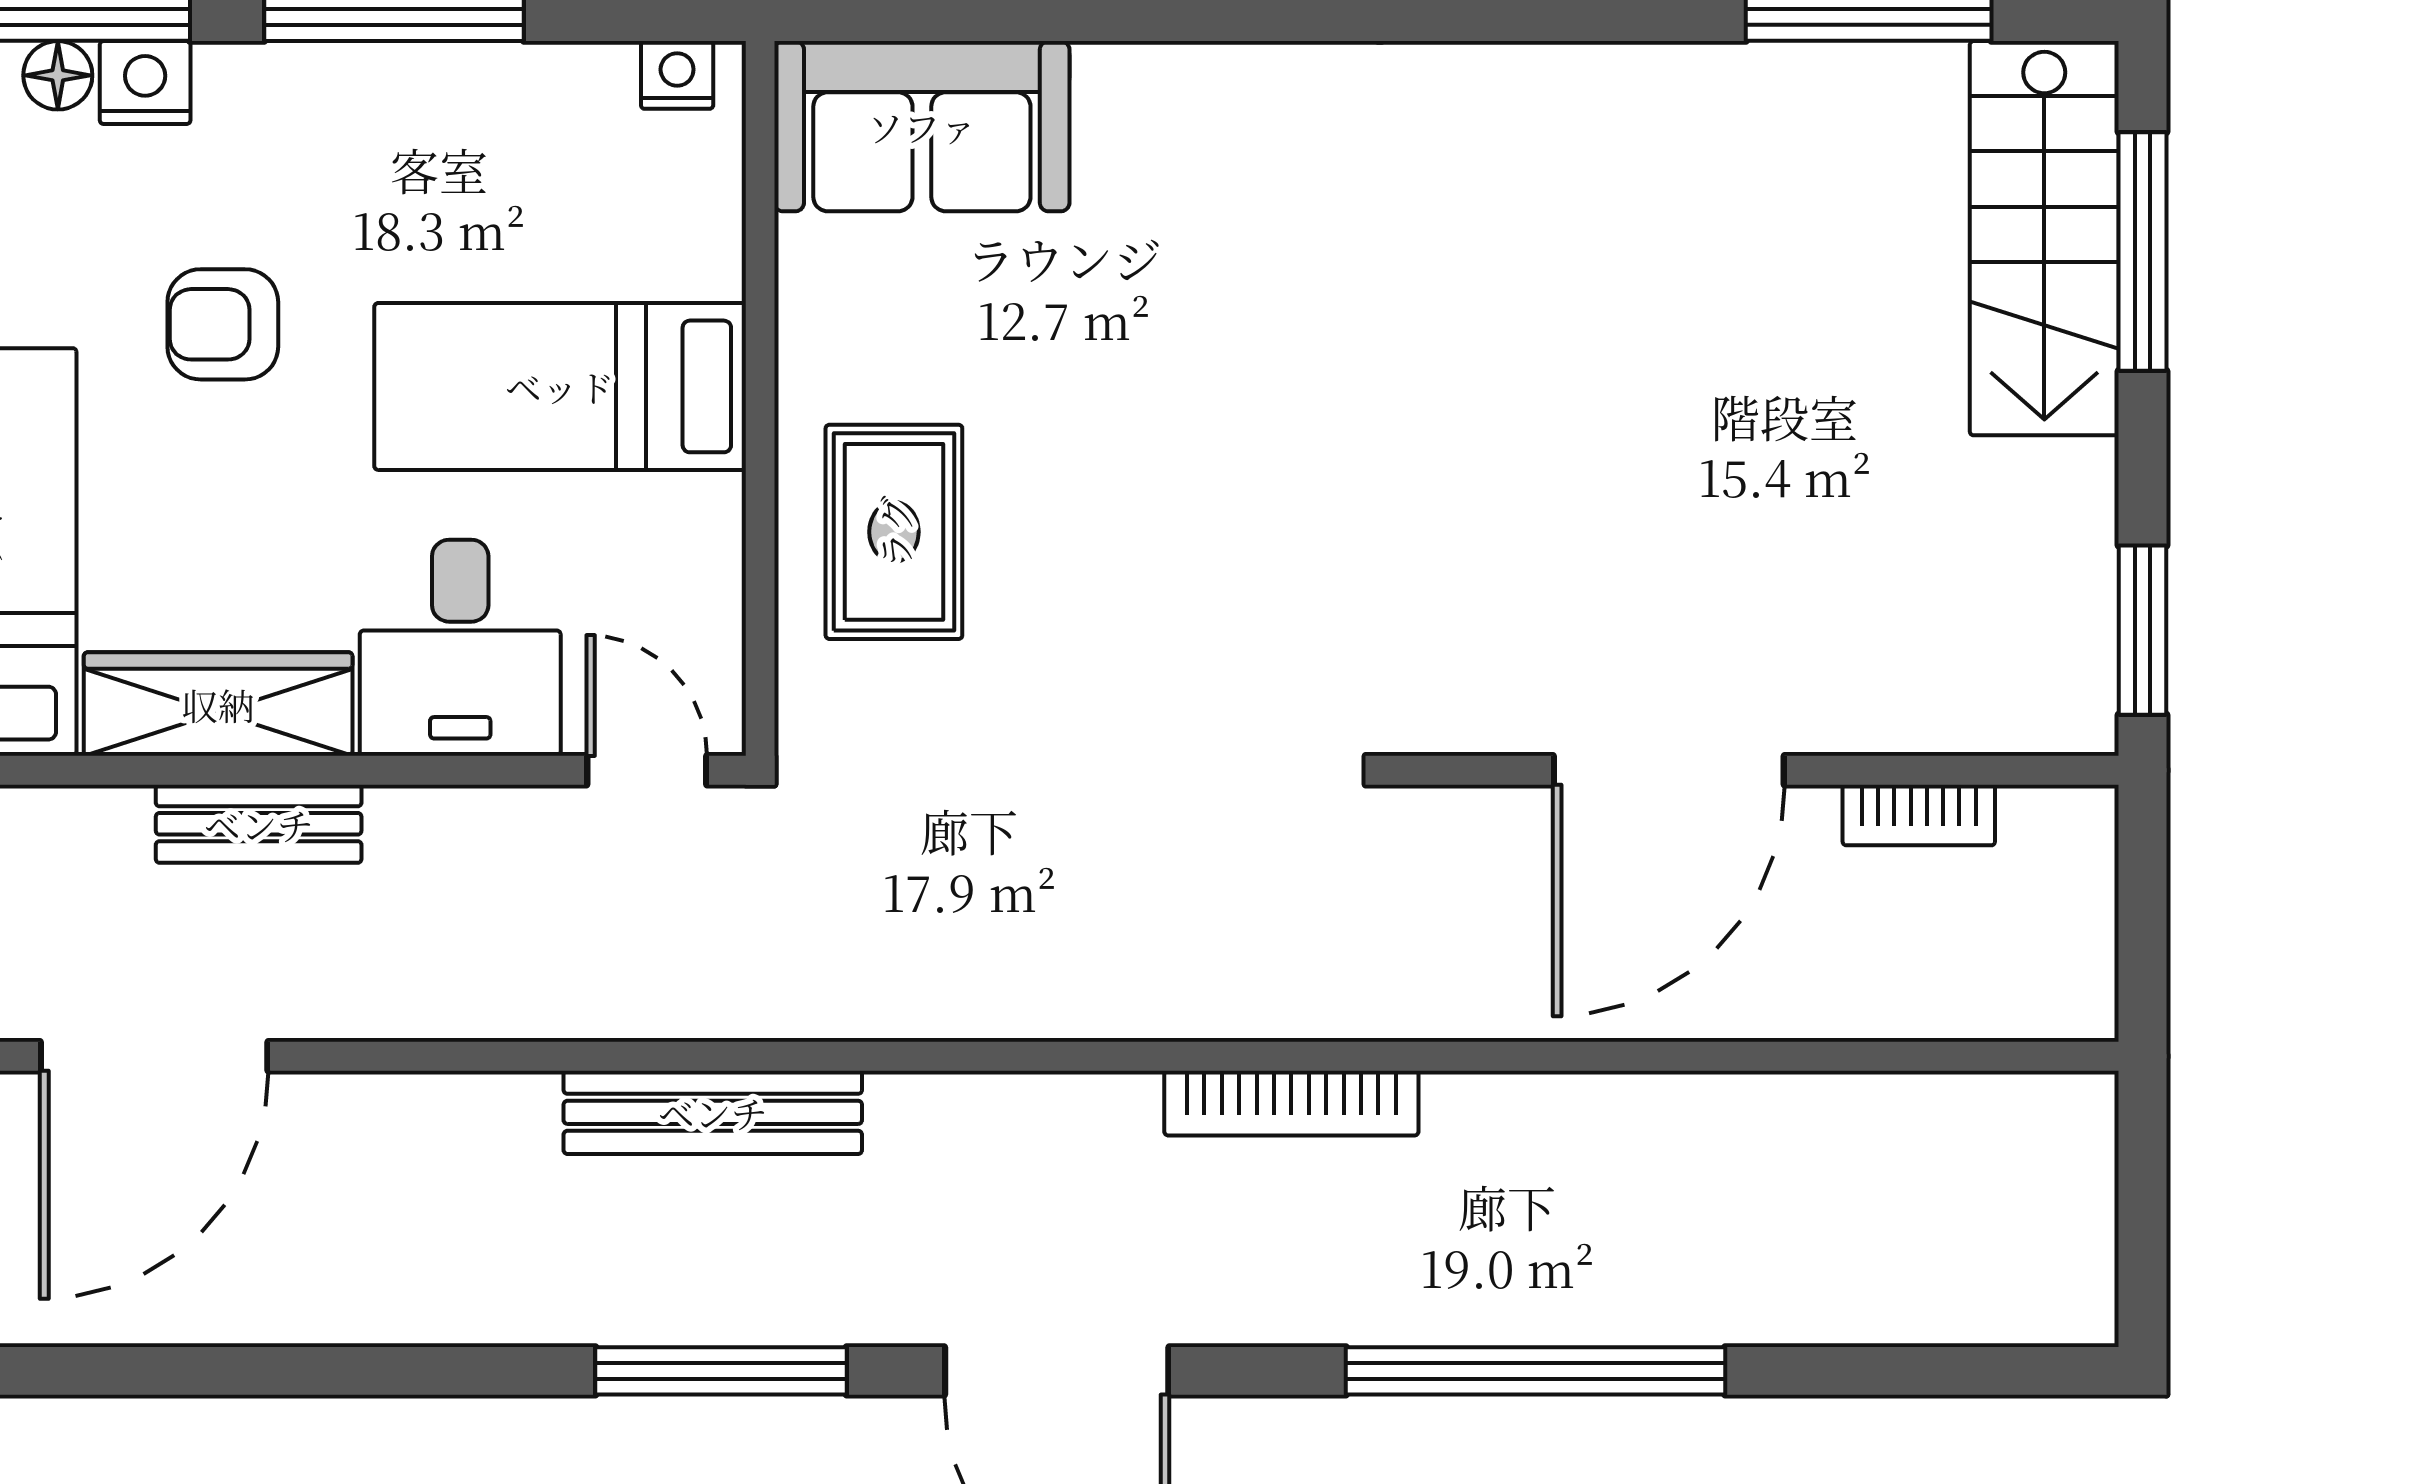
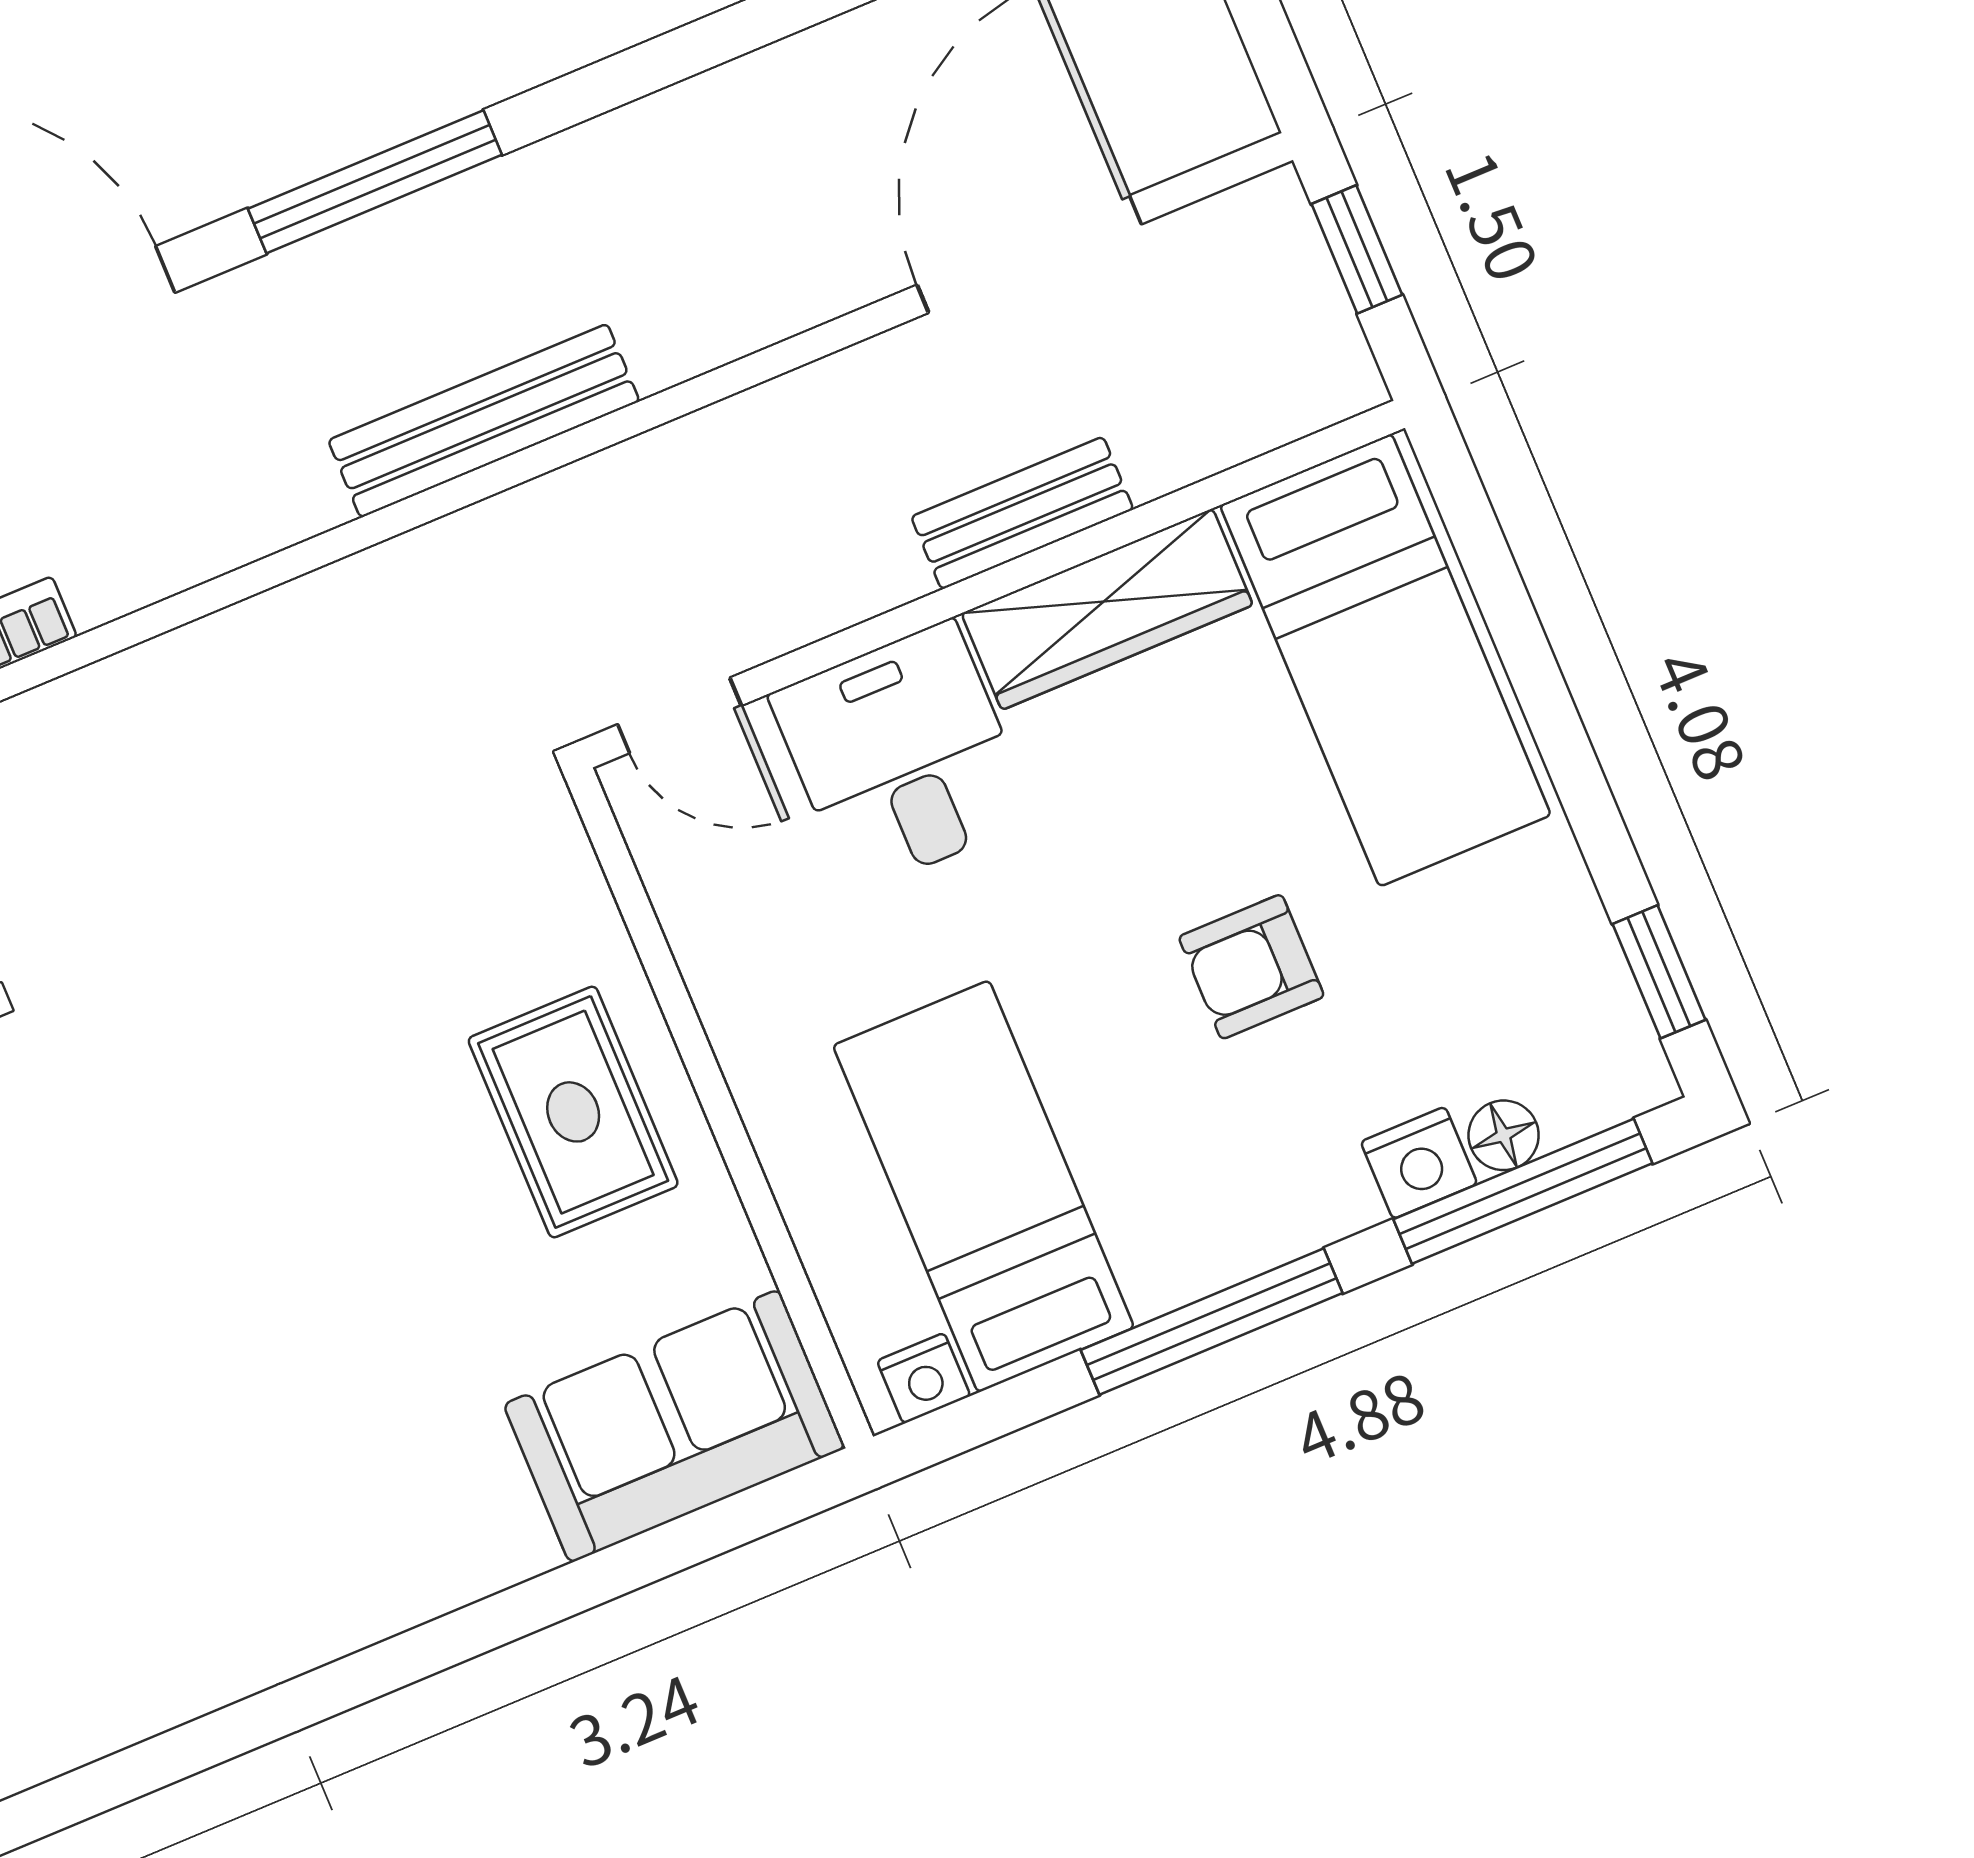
armchair: (223, 324) -> (1251, 967), turned 180
bed: (560, 386) -> (983, 1186), moved, turned -90
rug: (894, 532) -> (573, 1112), moved

